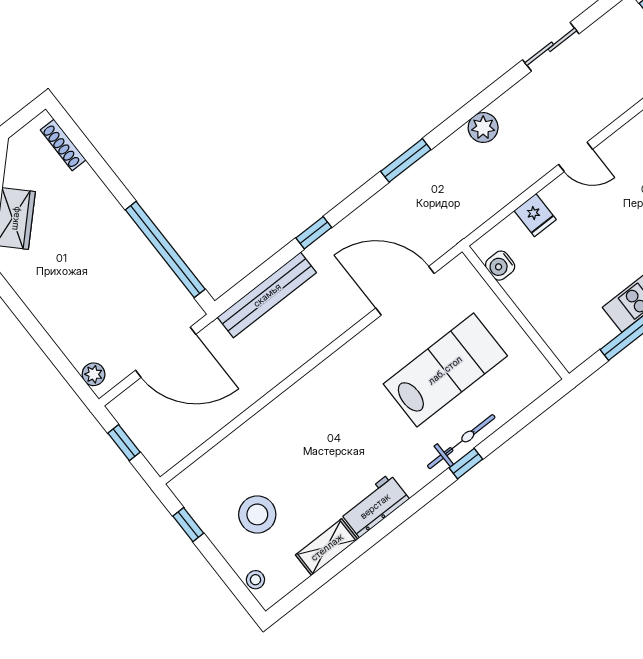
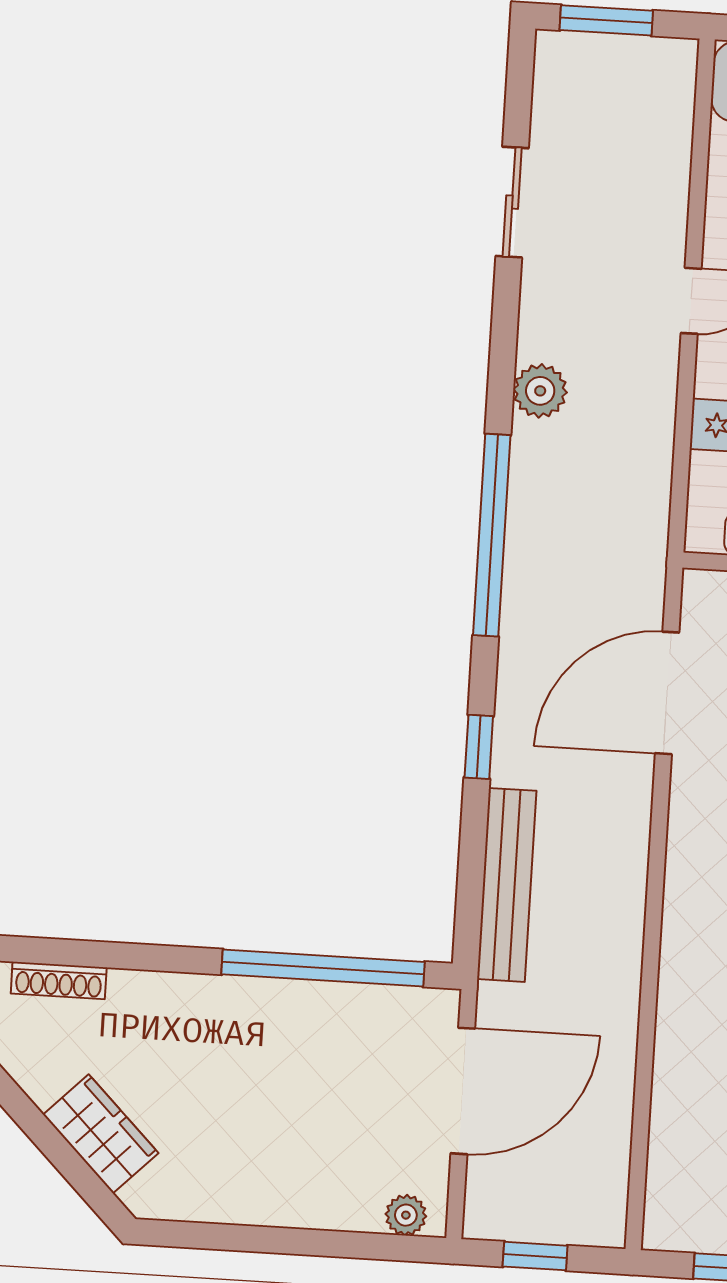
window: (406, 160) -> (492, 535), width x2.11

